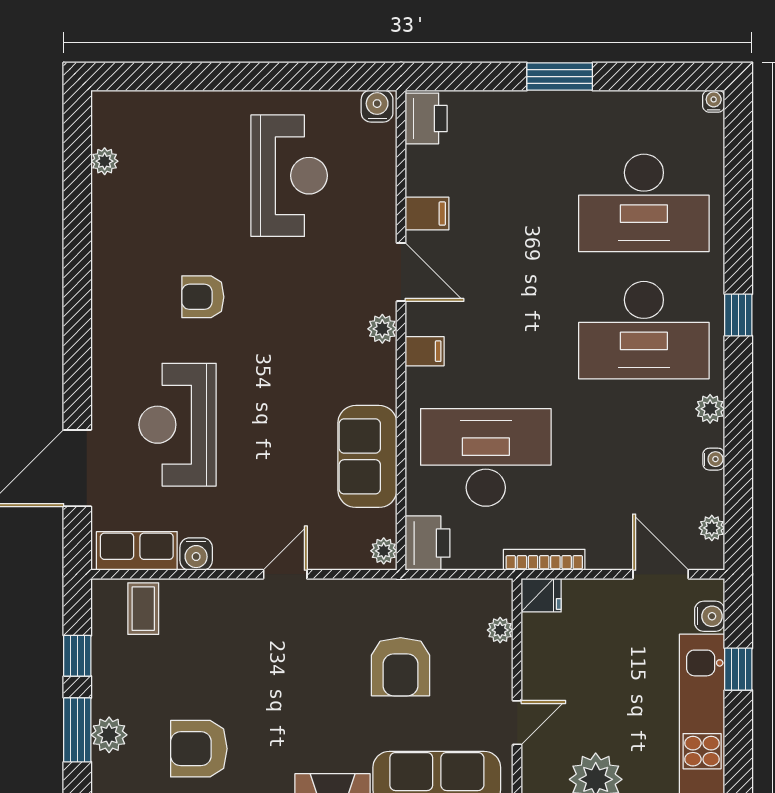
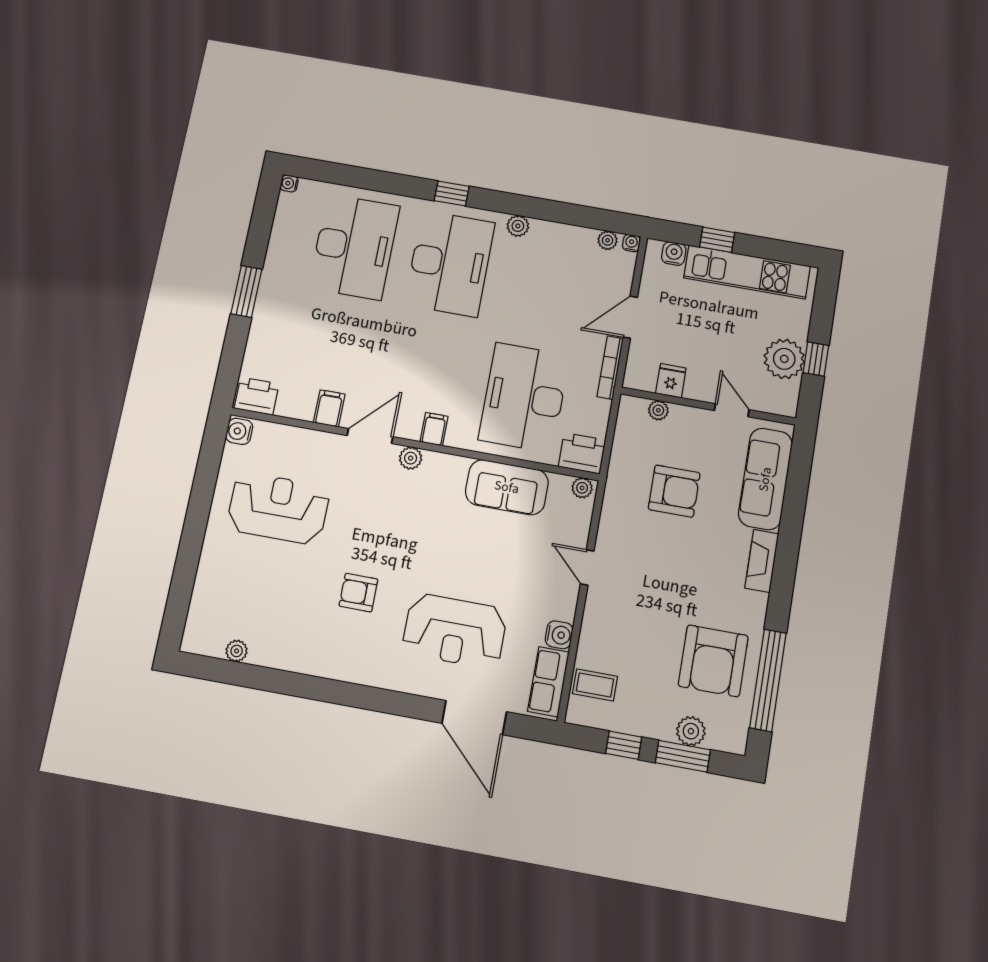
armchair: (203, 297) -> (358, 593), turned 90
water cooler: (714, 459) -> (631, 243), moved
door: (661, 574) -> (630, 317), moved
fridge: (541, 595) -> (671, 381), moved
armchair: (199, 749) -> (713, 661), width x1.36, depth x1.36

